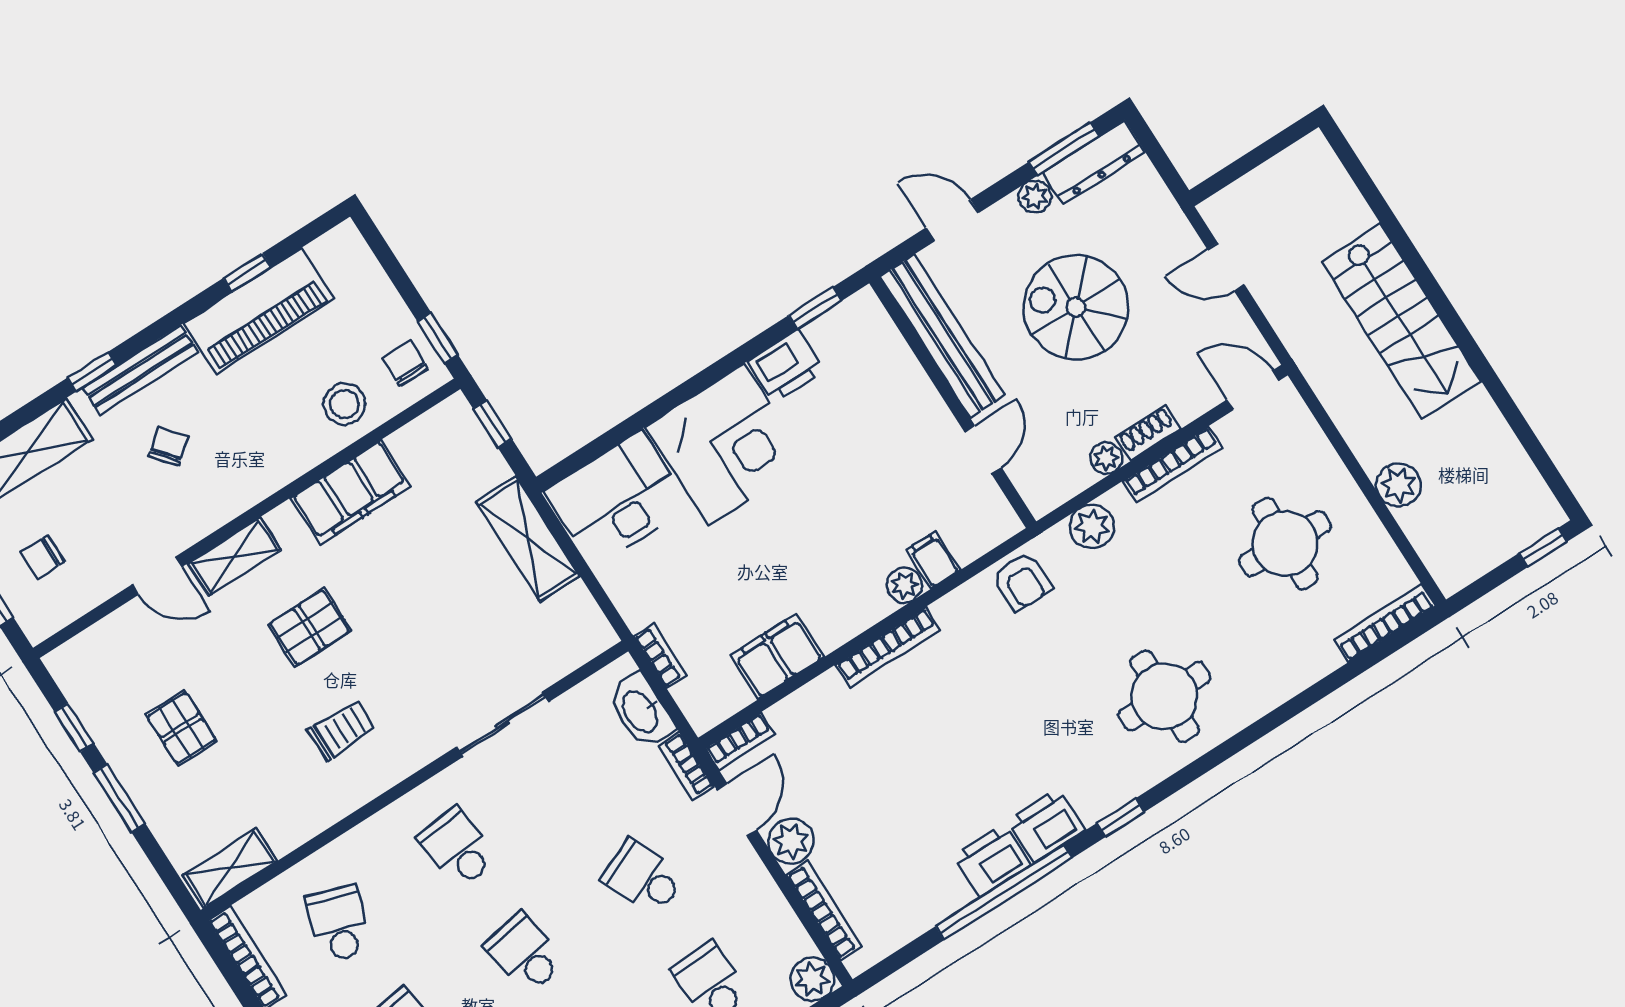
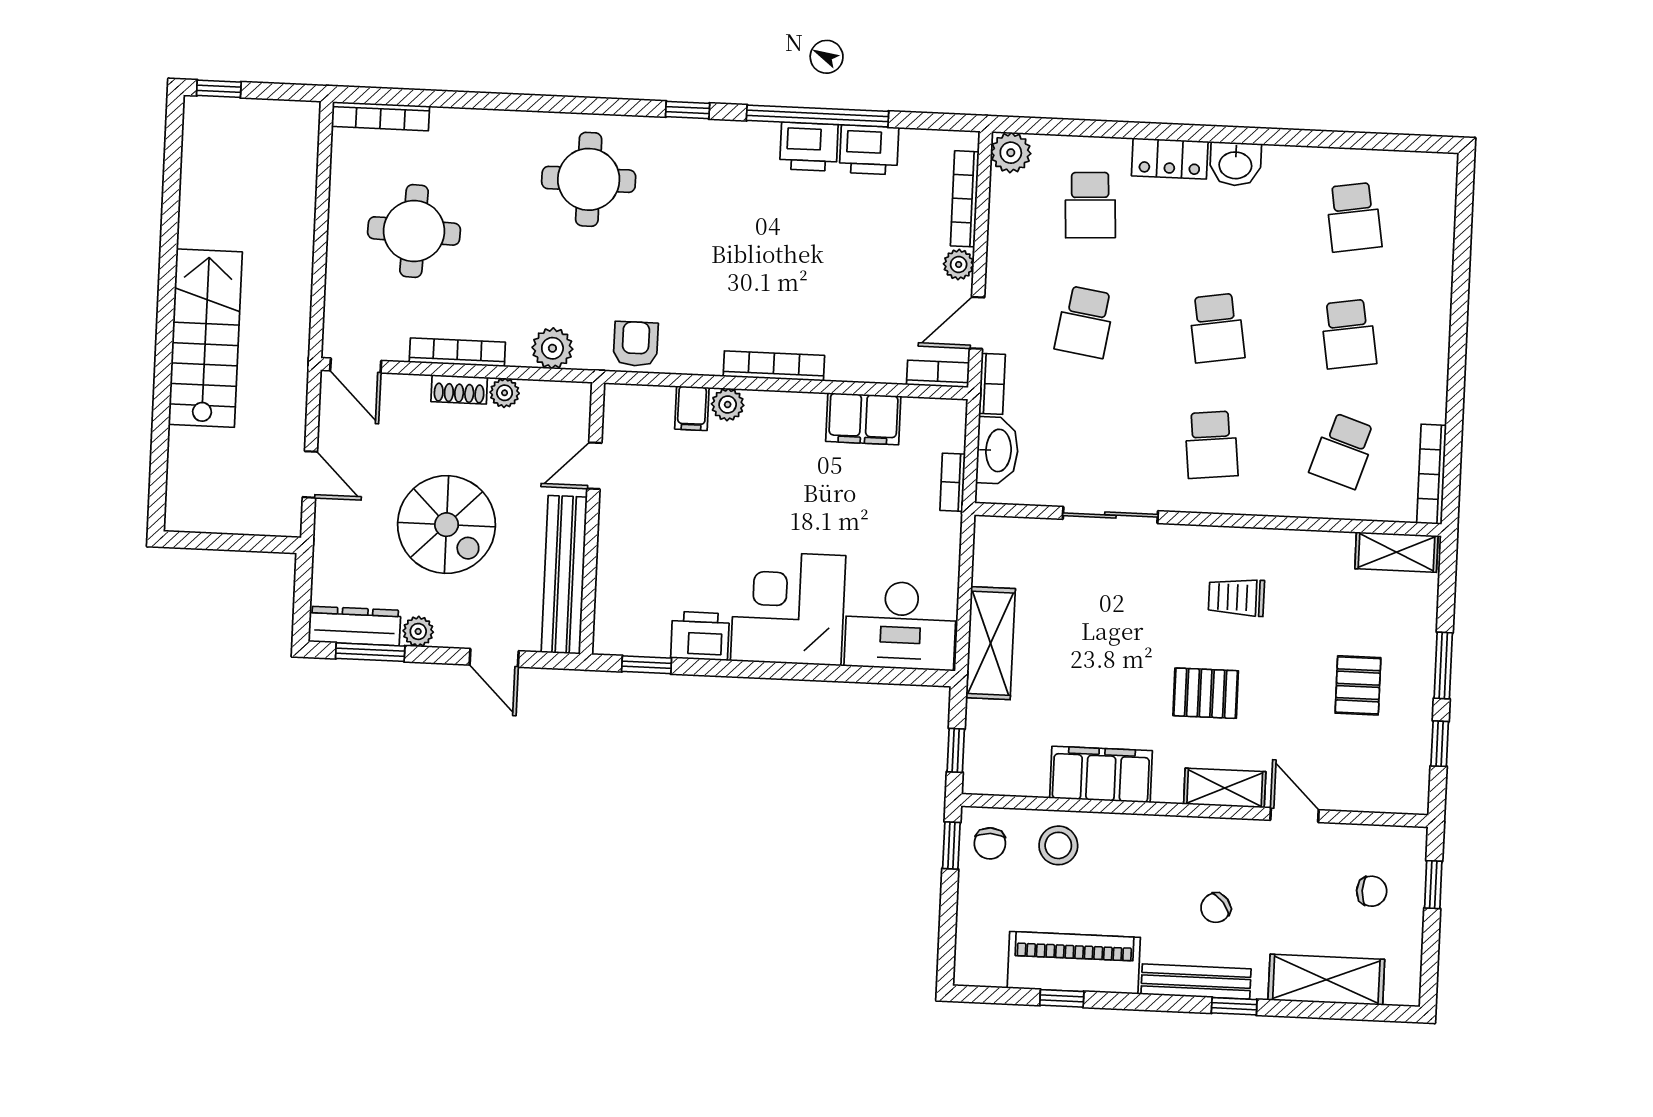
plant: (1398, 485) -> (296, 215), removed
printer: (1046, 825) -> (869, 150), moved
plant: (791, 841) -> (959, 265), width x0.73, depth x0.73
school desk: (643, 877) -> (1085, 322), turned 33

